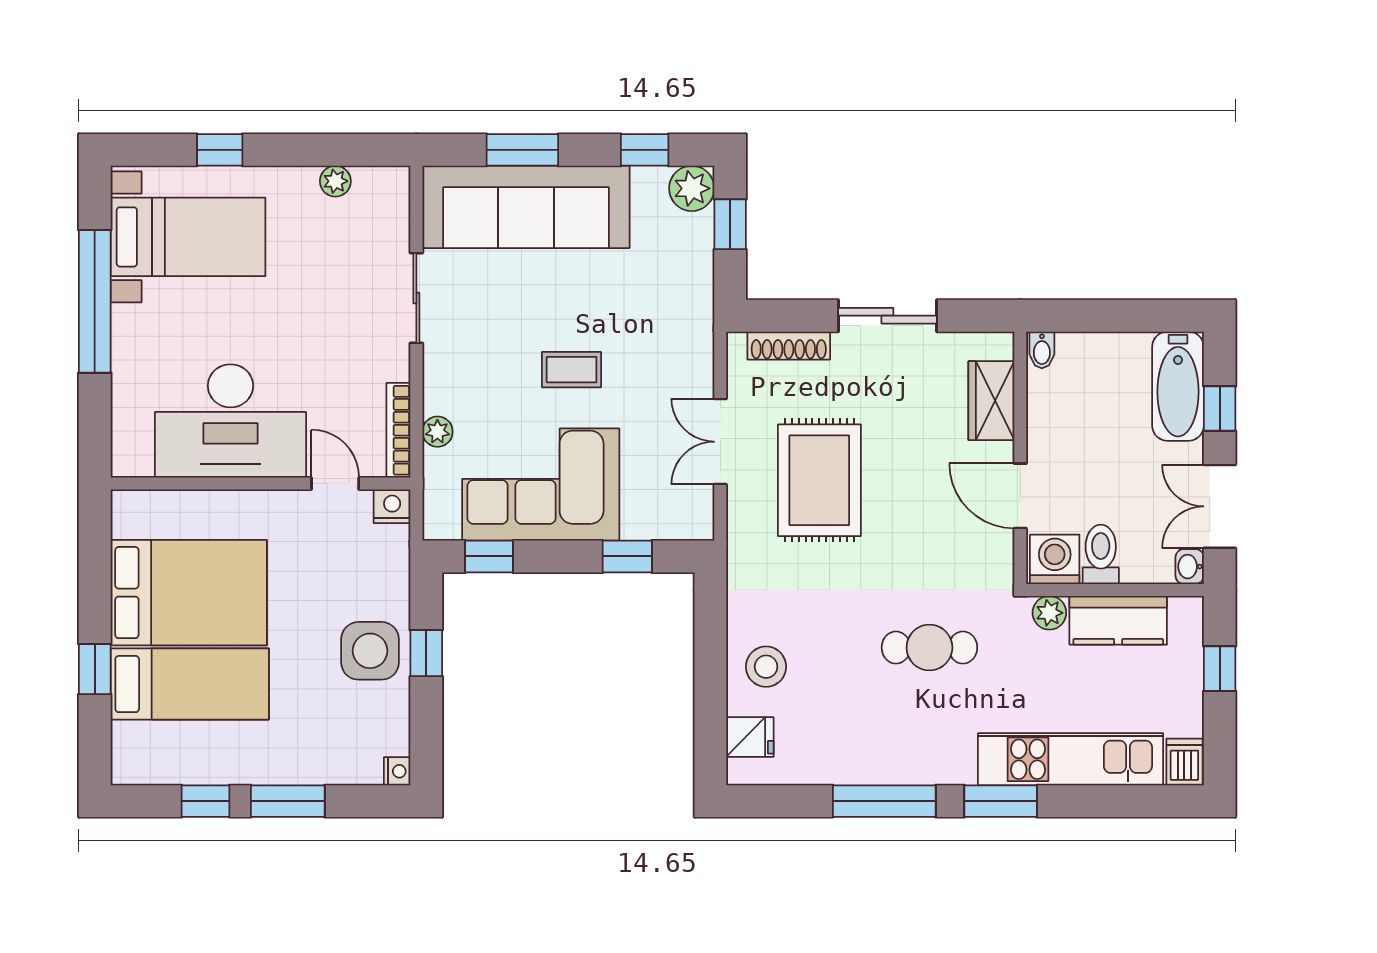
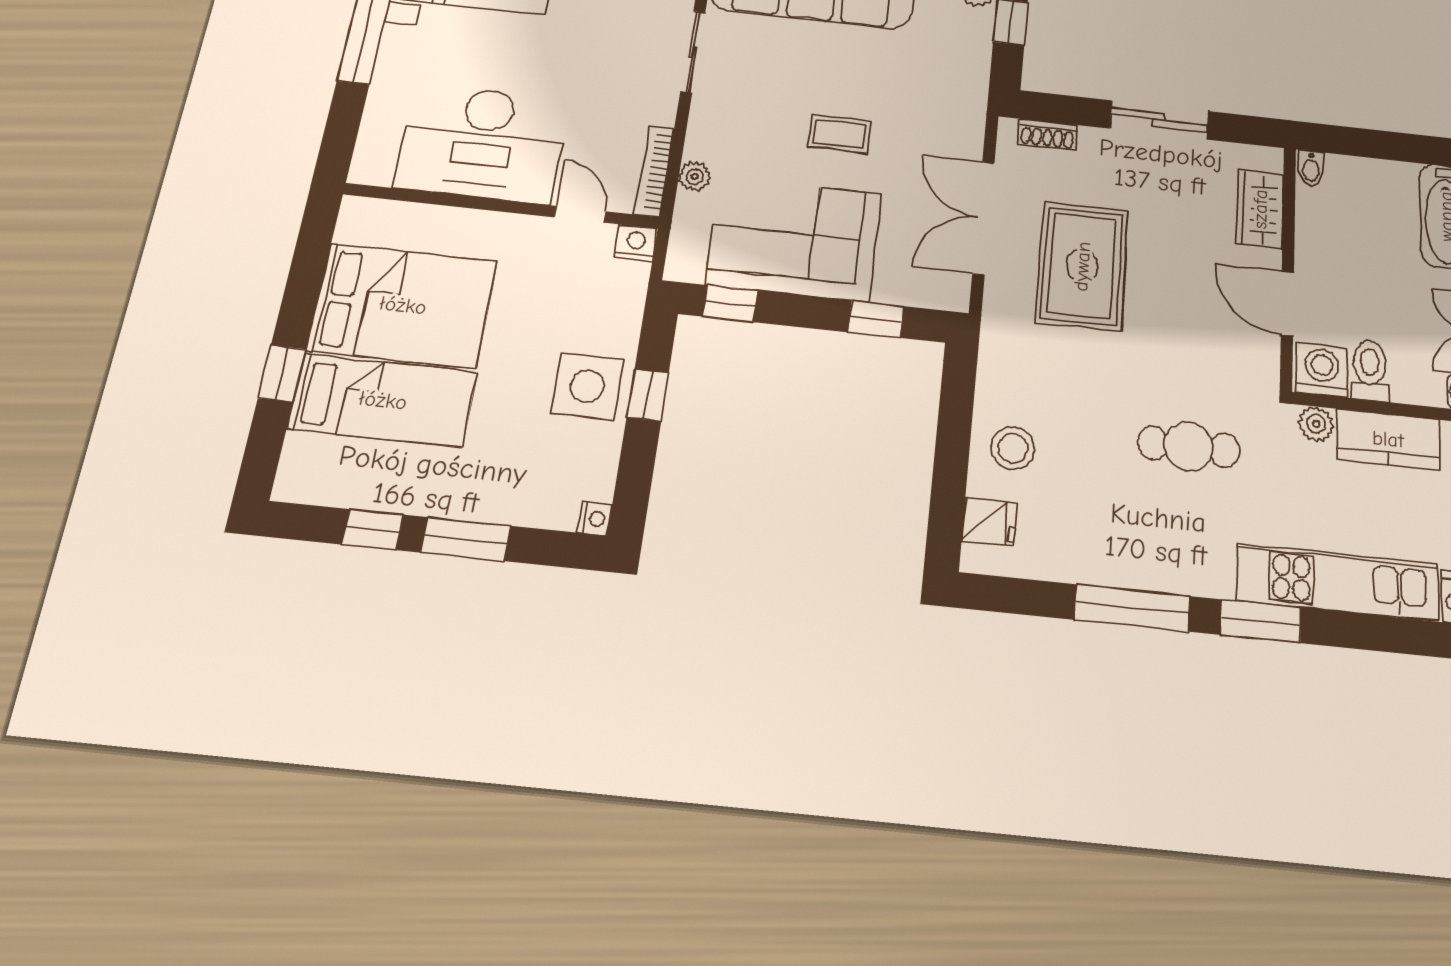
shoe rack: (789, 346) -> (1047, 135), width x0.70
double door: (720, 442) -> (983, 218), width x1.37

